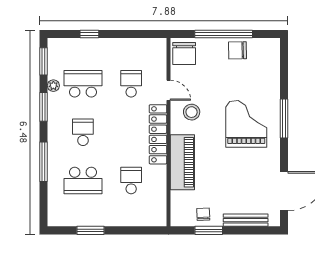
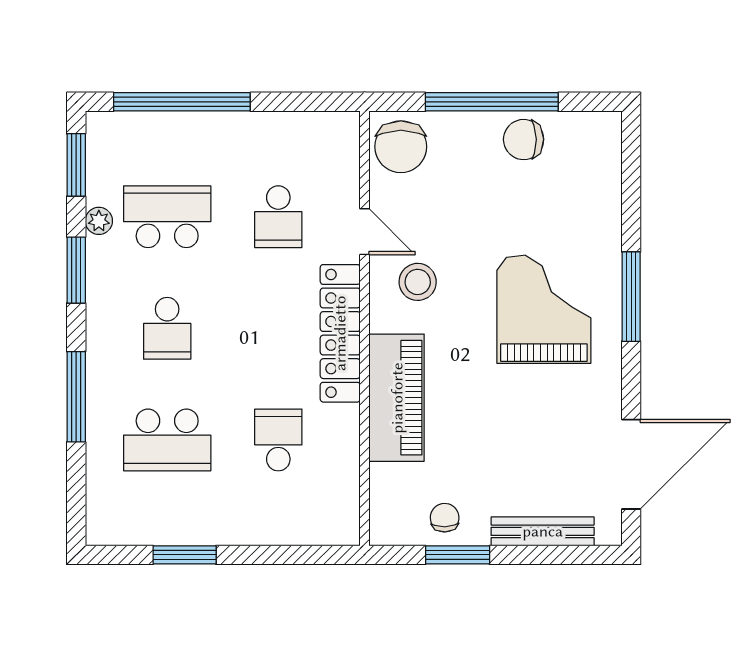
window: (89, 34) -> (182, 102), width x3.17
school desk: (131, 84) -> (278, 217), turned 180
school desk: (83, 132) -> (167, 328), turned 180

